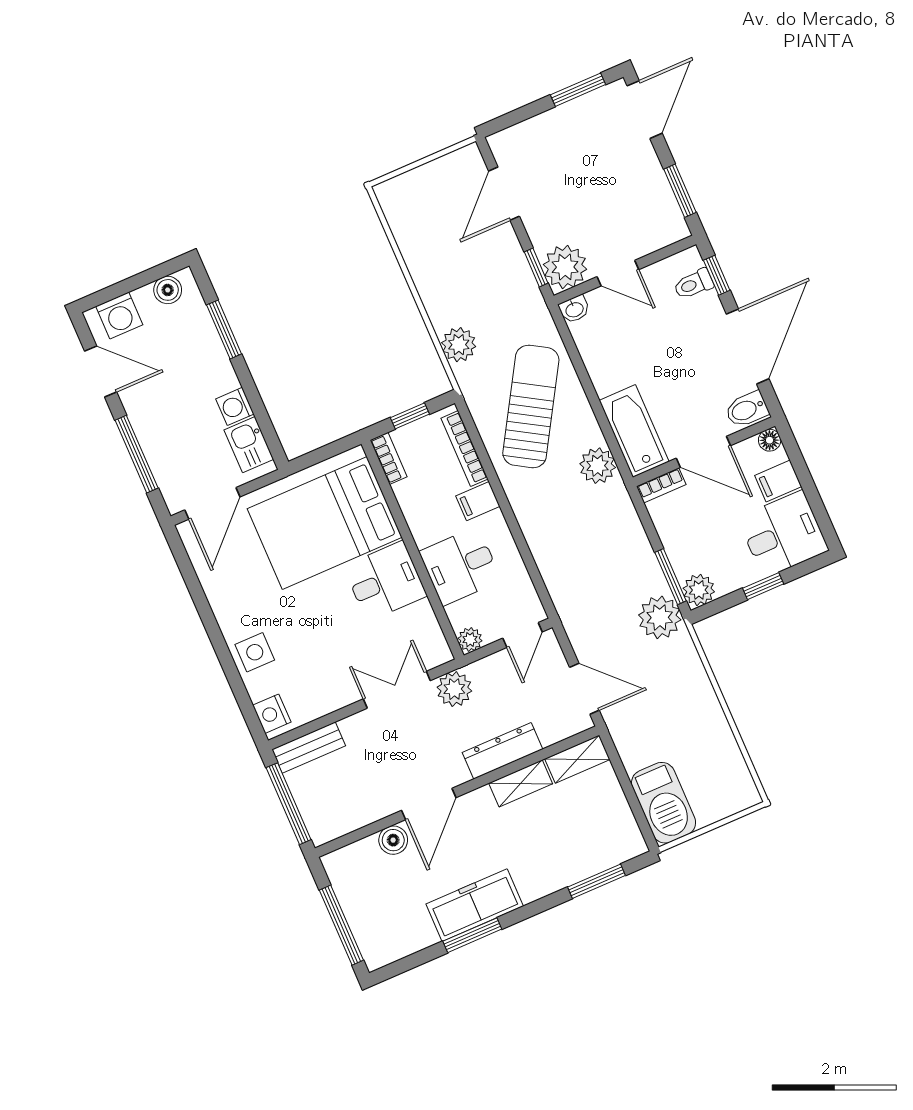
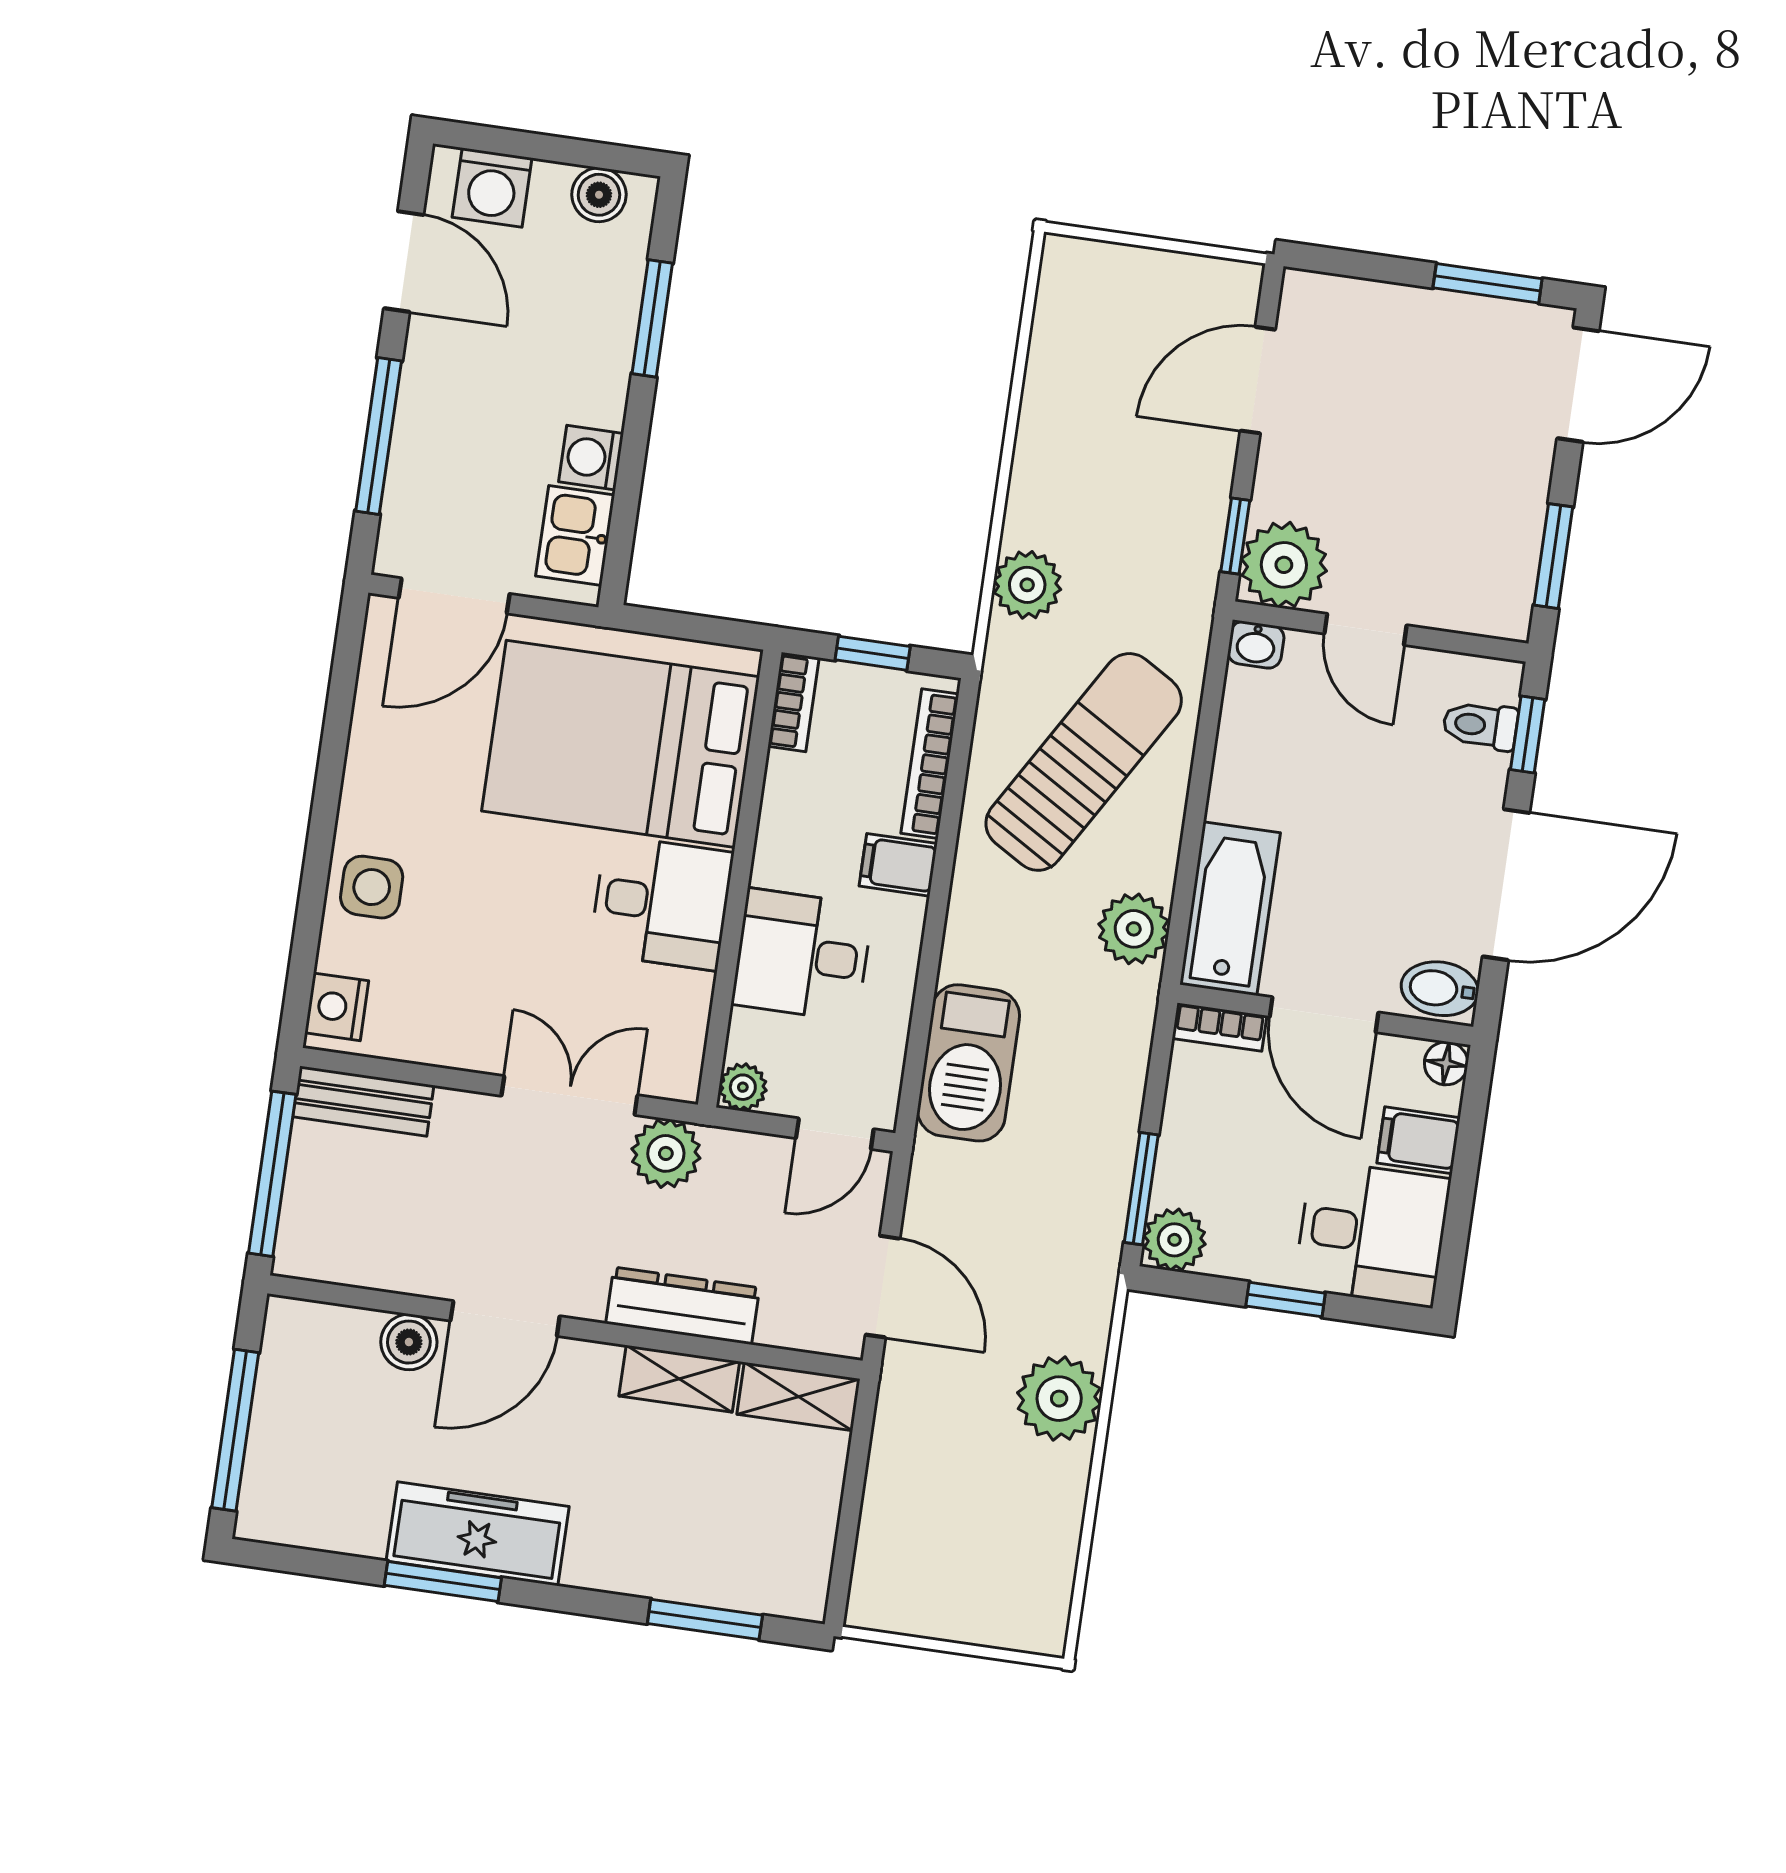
plant: (660, 617) -> (1059, 1399), moved
barbecue: (664, 803) -> (968, 1063), moved

